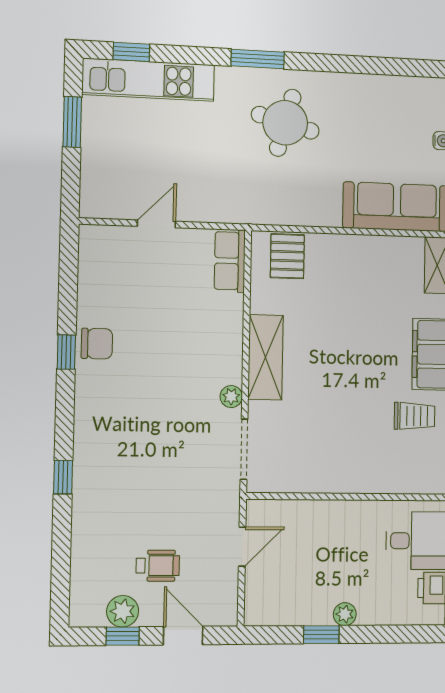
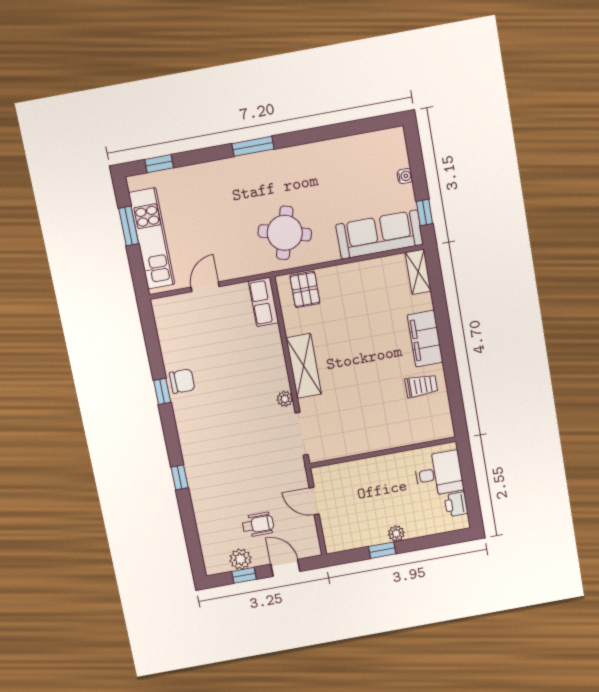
kitchen unit: (148, 80) -> (152, 239), moved, turned -90
round table: (285, 123) -> (285, 233), moved
door: (242, 547) -> (314, 501), swing flipped

